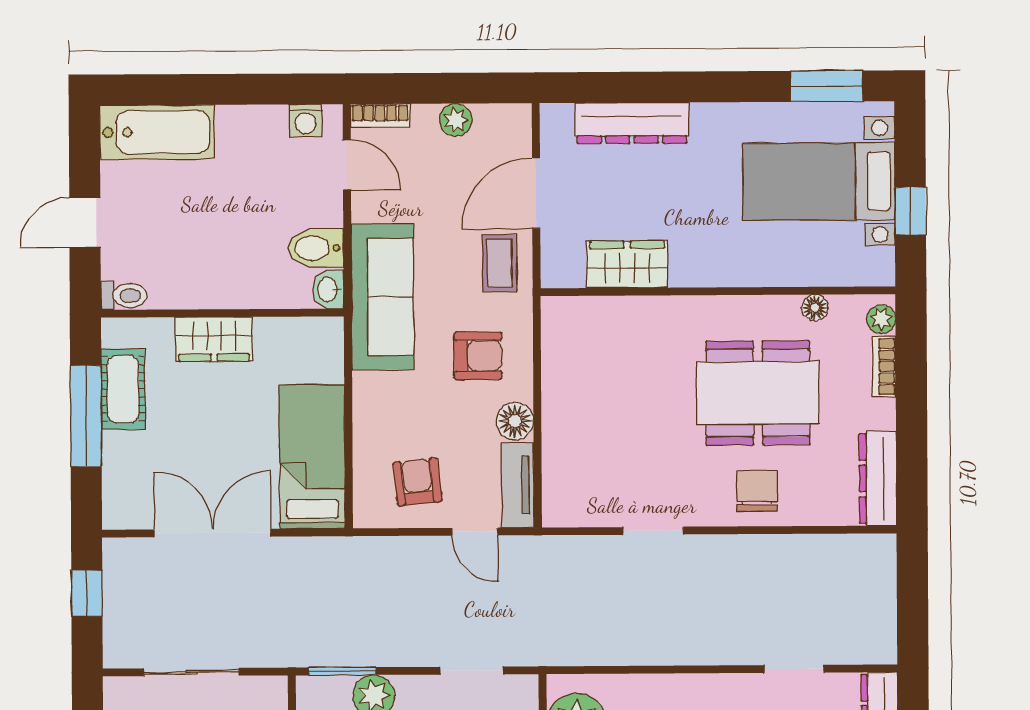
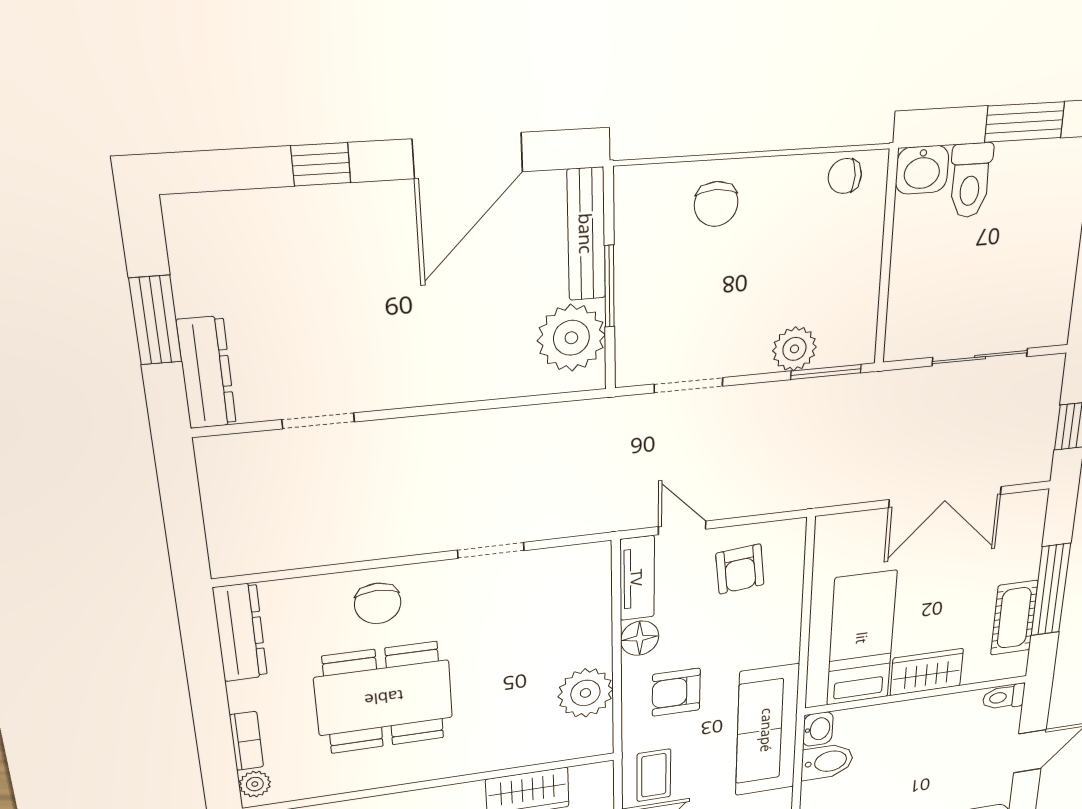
floor lamp: (815, 308) -> (329, 784), removed
plant: (568, 369) -> (585, 693), added
bed: (312, 457) -> (862, 638), moved, turned 180

